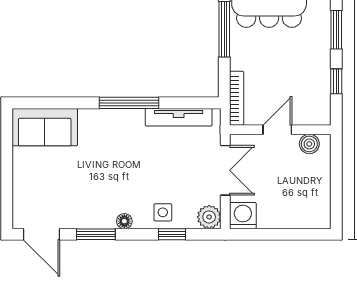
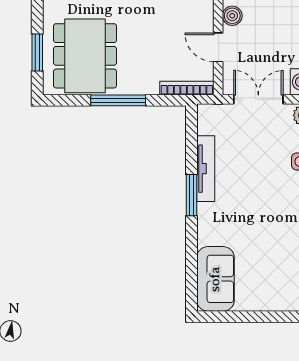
window: (129, 103) -> (191, 195), width x0.69
tv unit: (179, 117) -> (206, 169), moved

